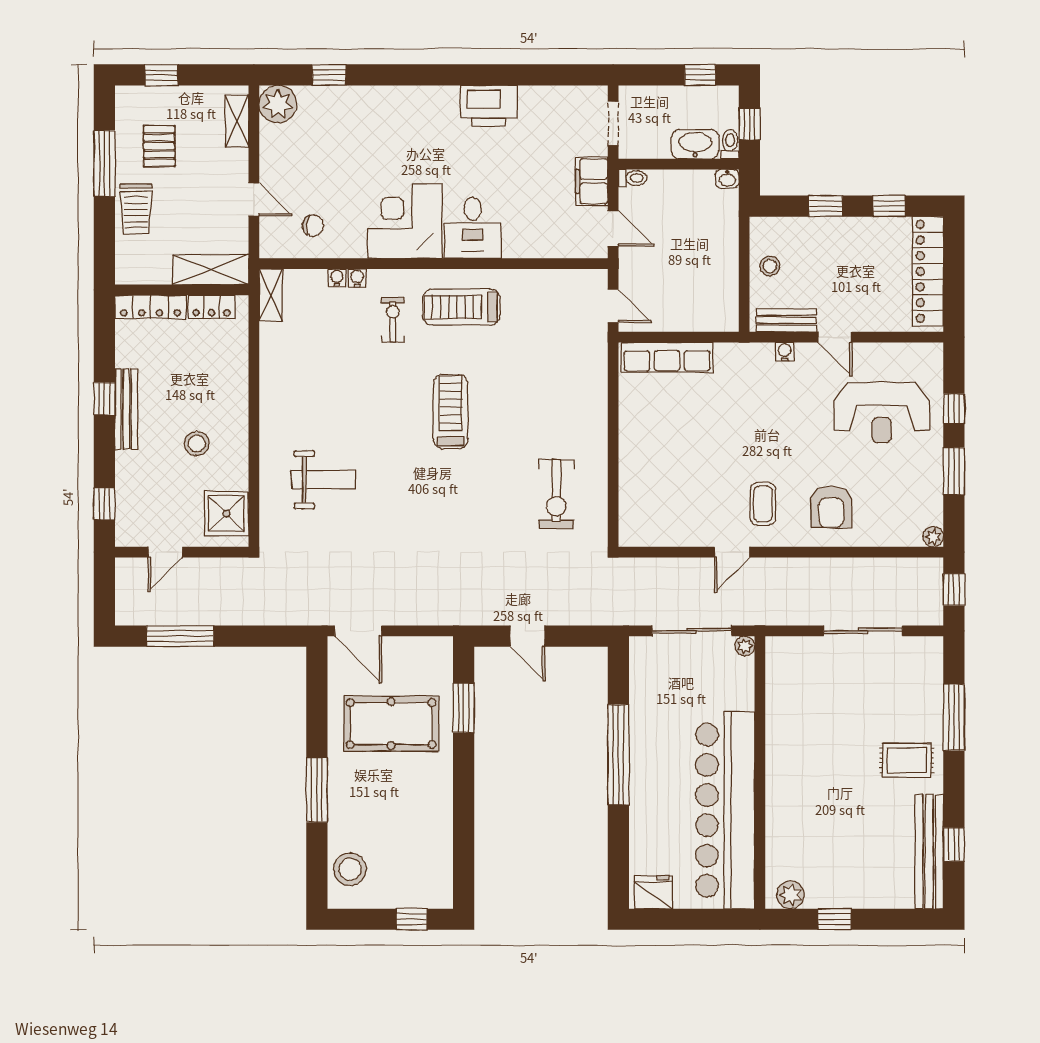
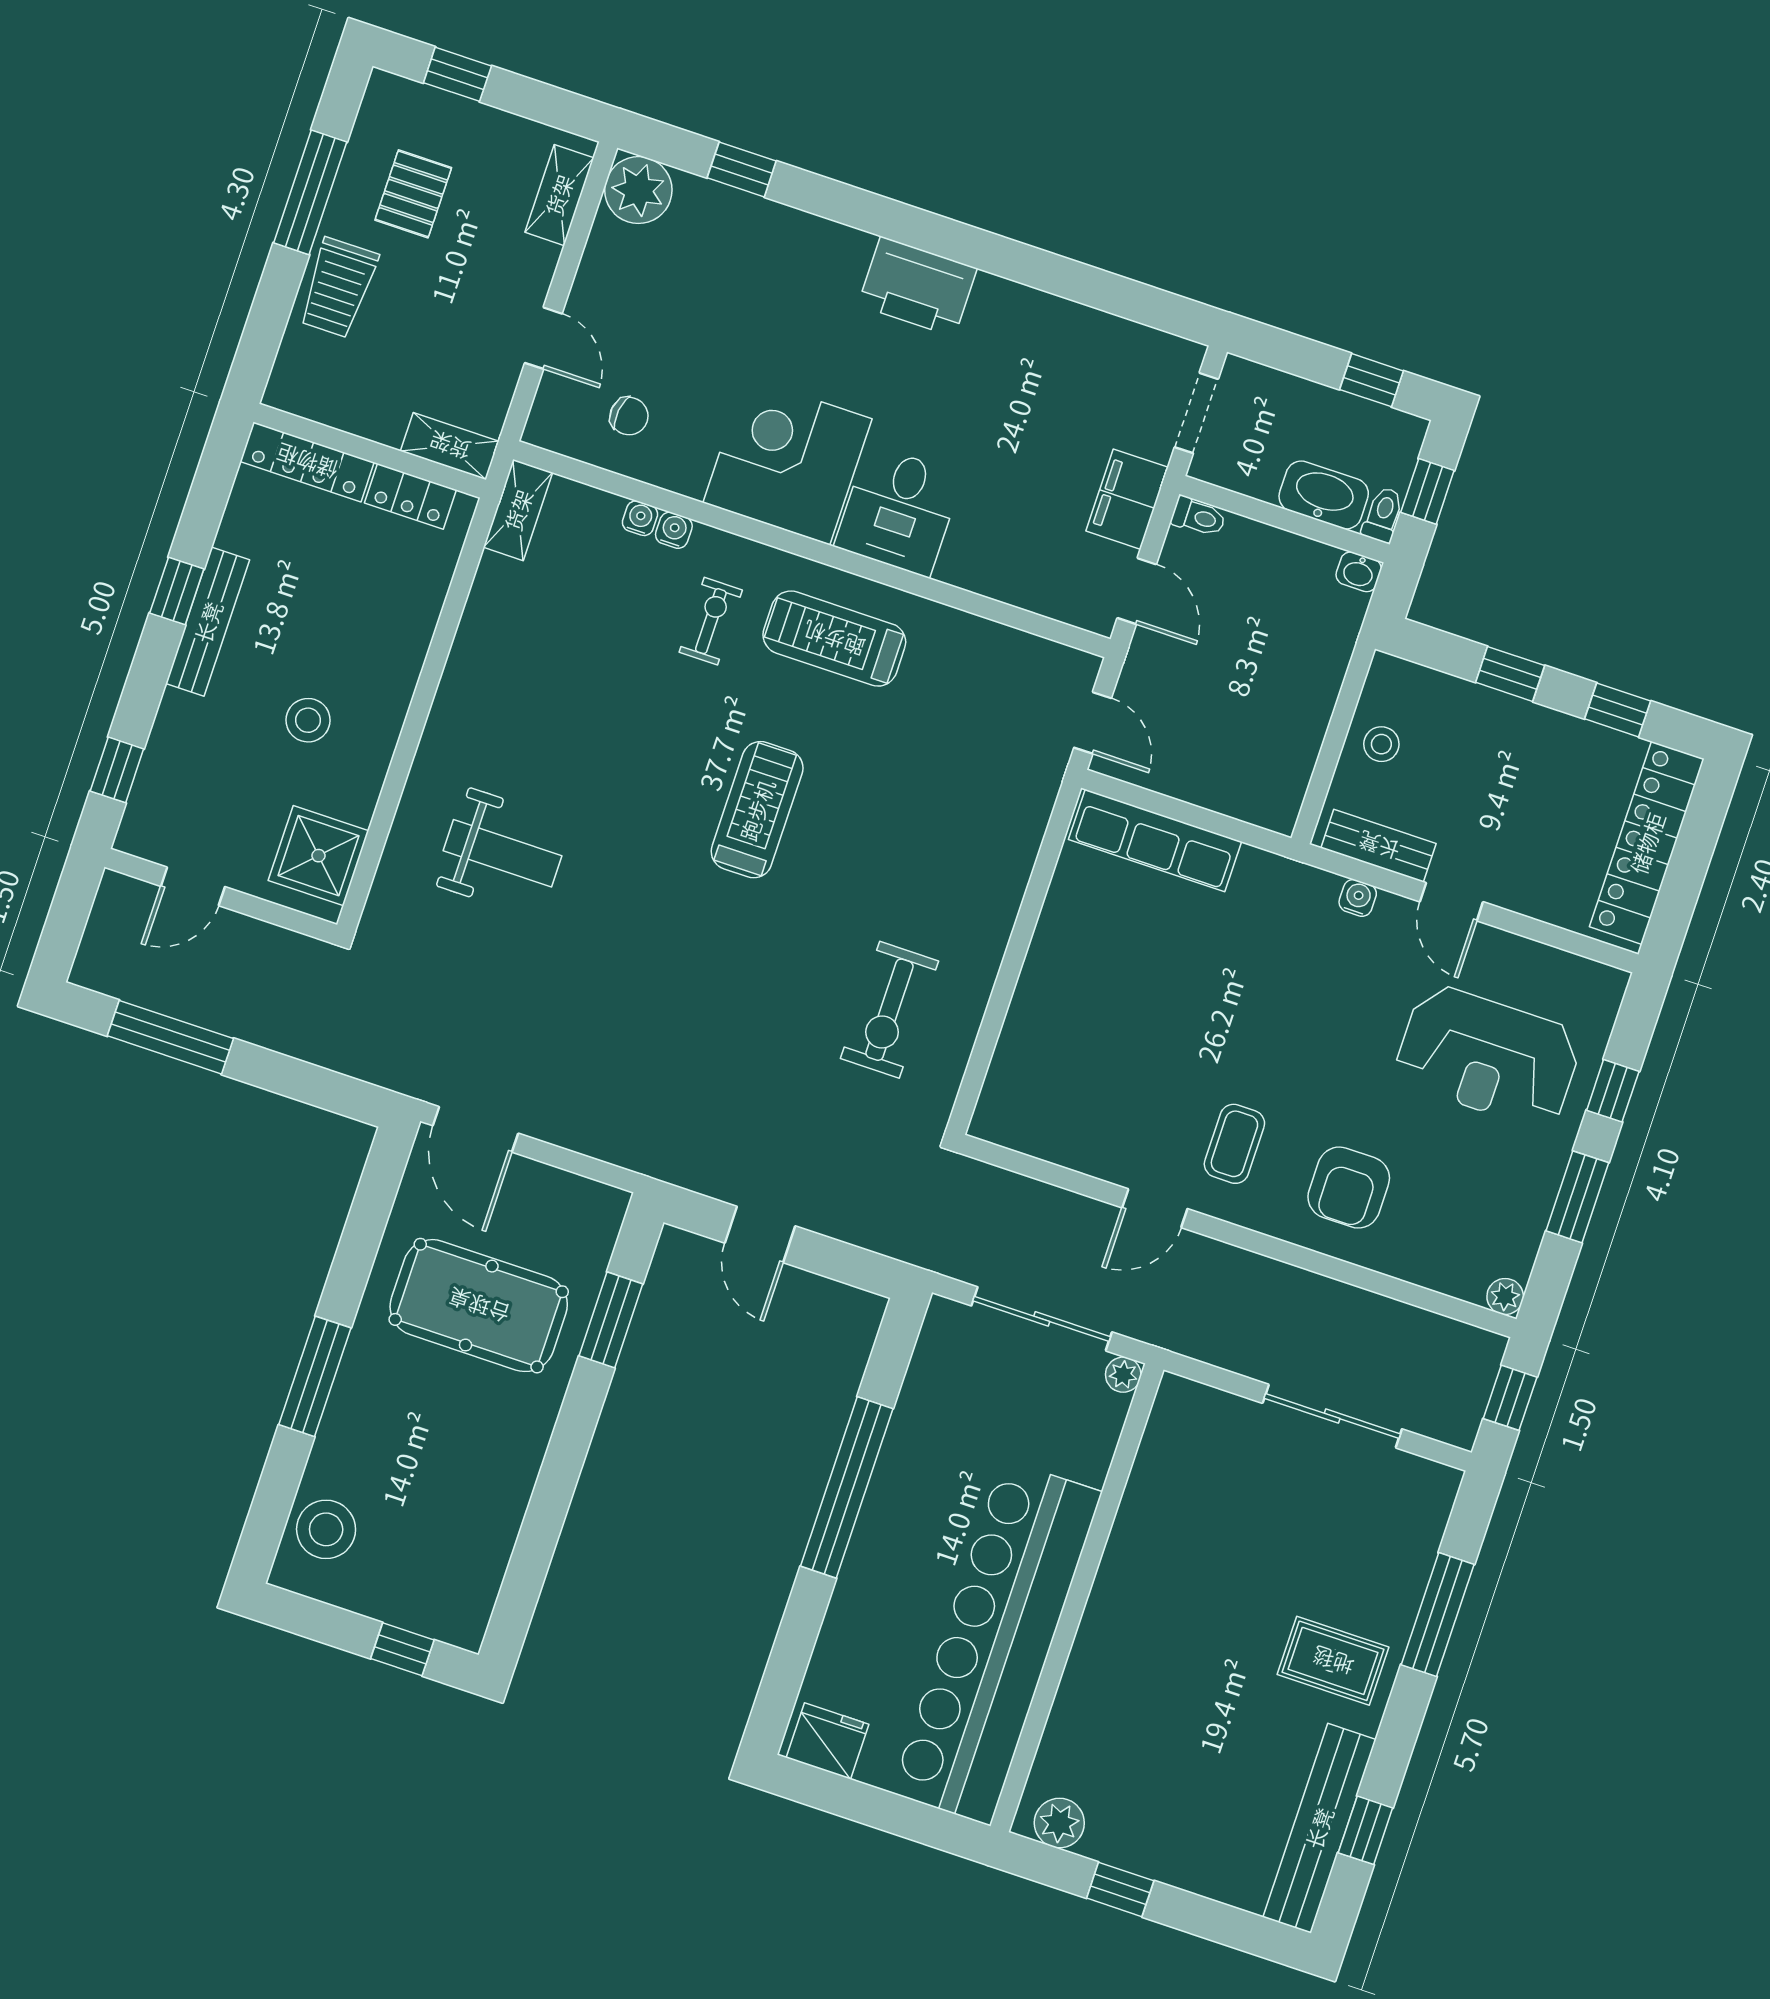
printer: (489, 106) -> (917, 287), moved
shelving: (211, 270) -> (450, 446), width x0.67, depth x0.75

